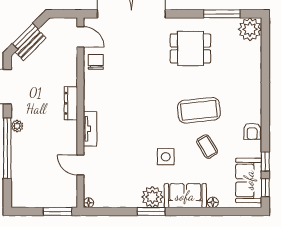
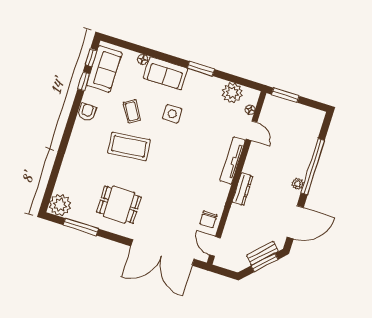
tv unit: (90, 129) -> (232, 161), width x1.41
plant: (152, 197) -> (232, 93), moved
floor lamp: (89, 203) -> (250, 110), moved

